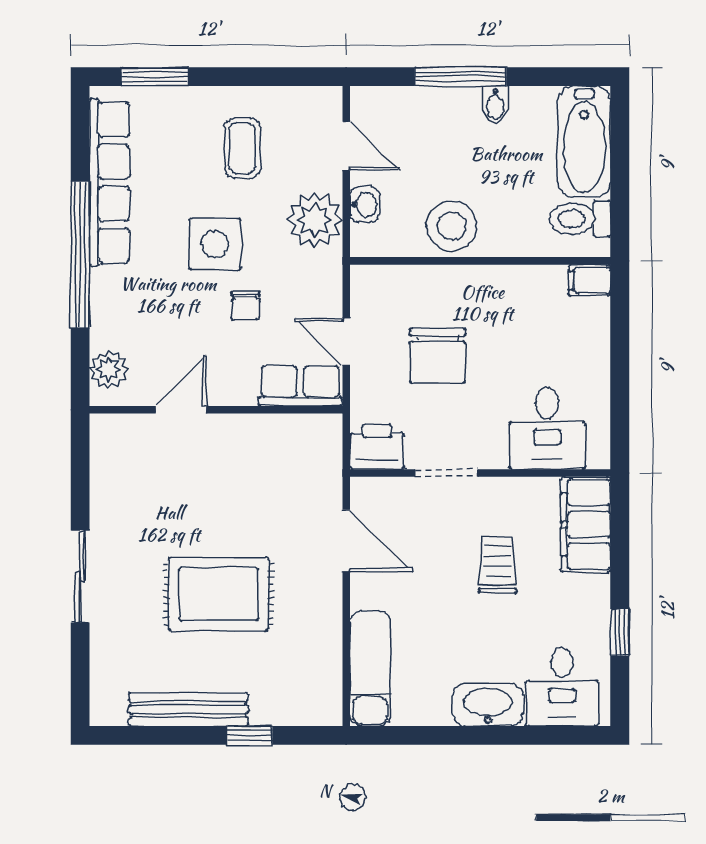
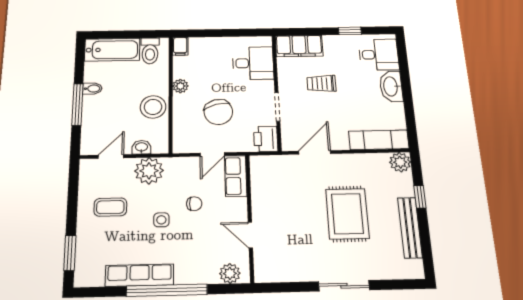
row of seats: (109, 183) -> (140, 275), width x0.73
side table: (215, 244) -> (161, 220), width x0.54, depth x0.54
plant: (497, 280) -> (180, 86), added
chair: (438, 355) -> (218, 112), turned 75
plant: (322, 705) -> (400, 162), added

